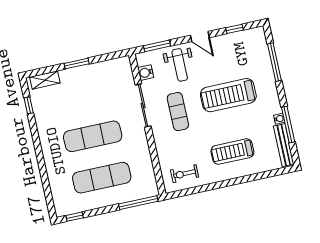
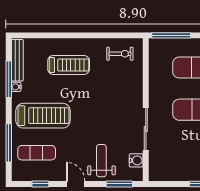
treadmill: (228, 95) -> (43, 116), moved
exercise mat: (178, 112) -> (37, 153), moved, turned 90

